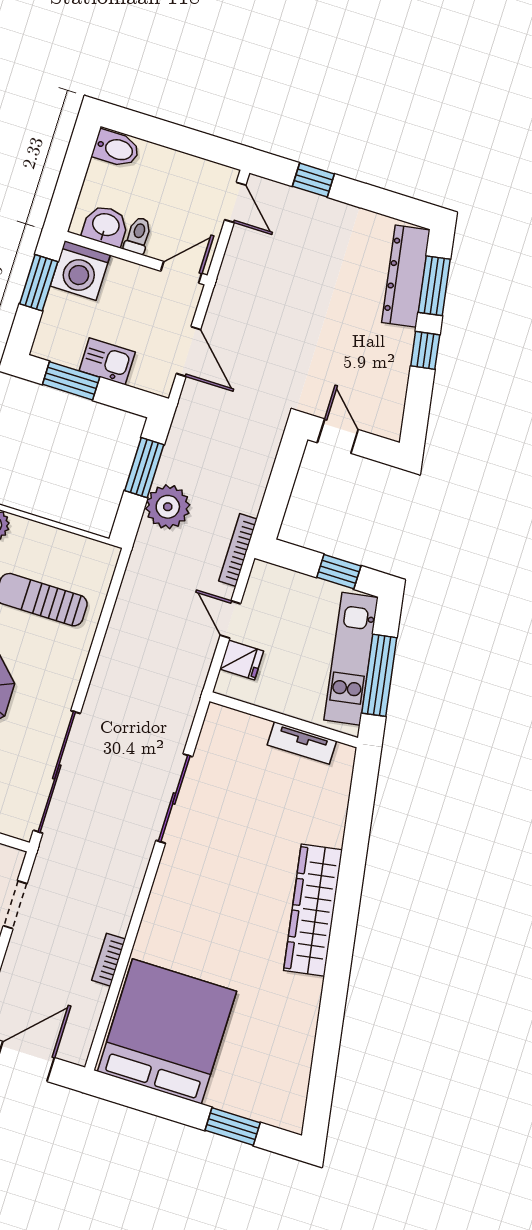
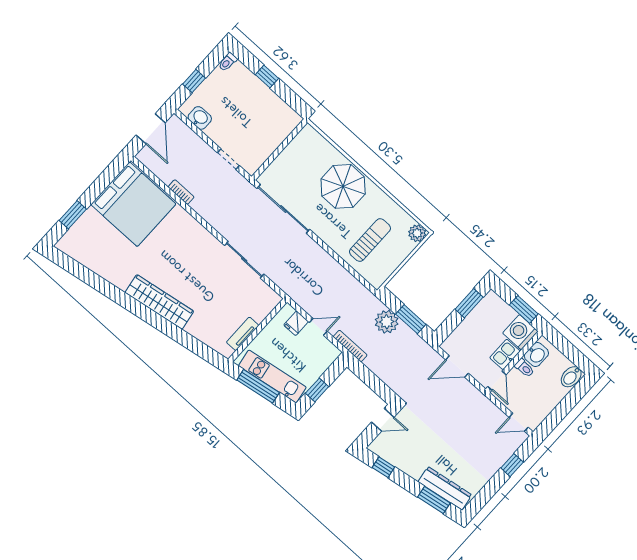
window: (425, 350) -> (383, 467), moved
kitchen sink: (107, 361) -> (505, 354), moved, turned 180

